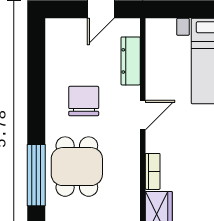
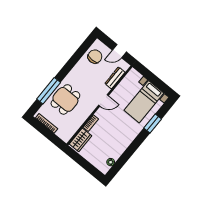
chair: (84, 101) -> (95, 57), moved

